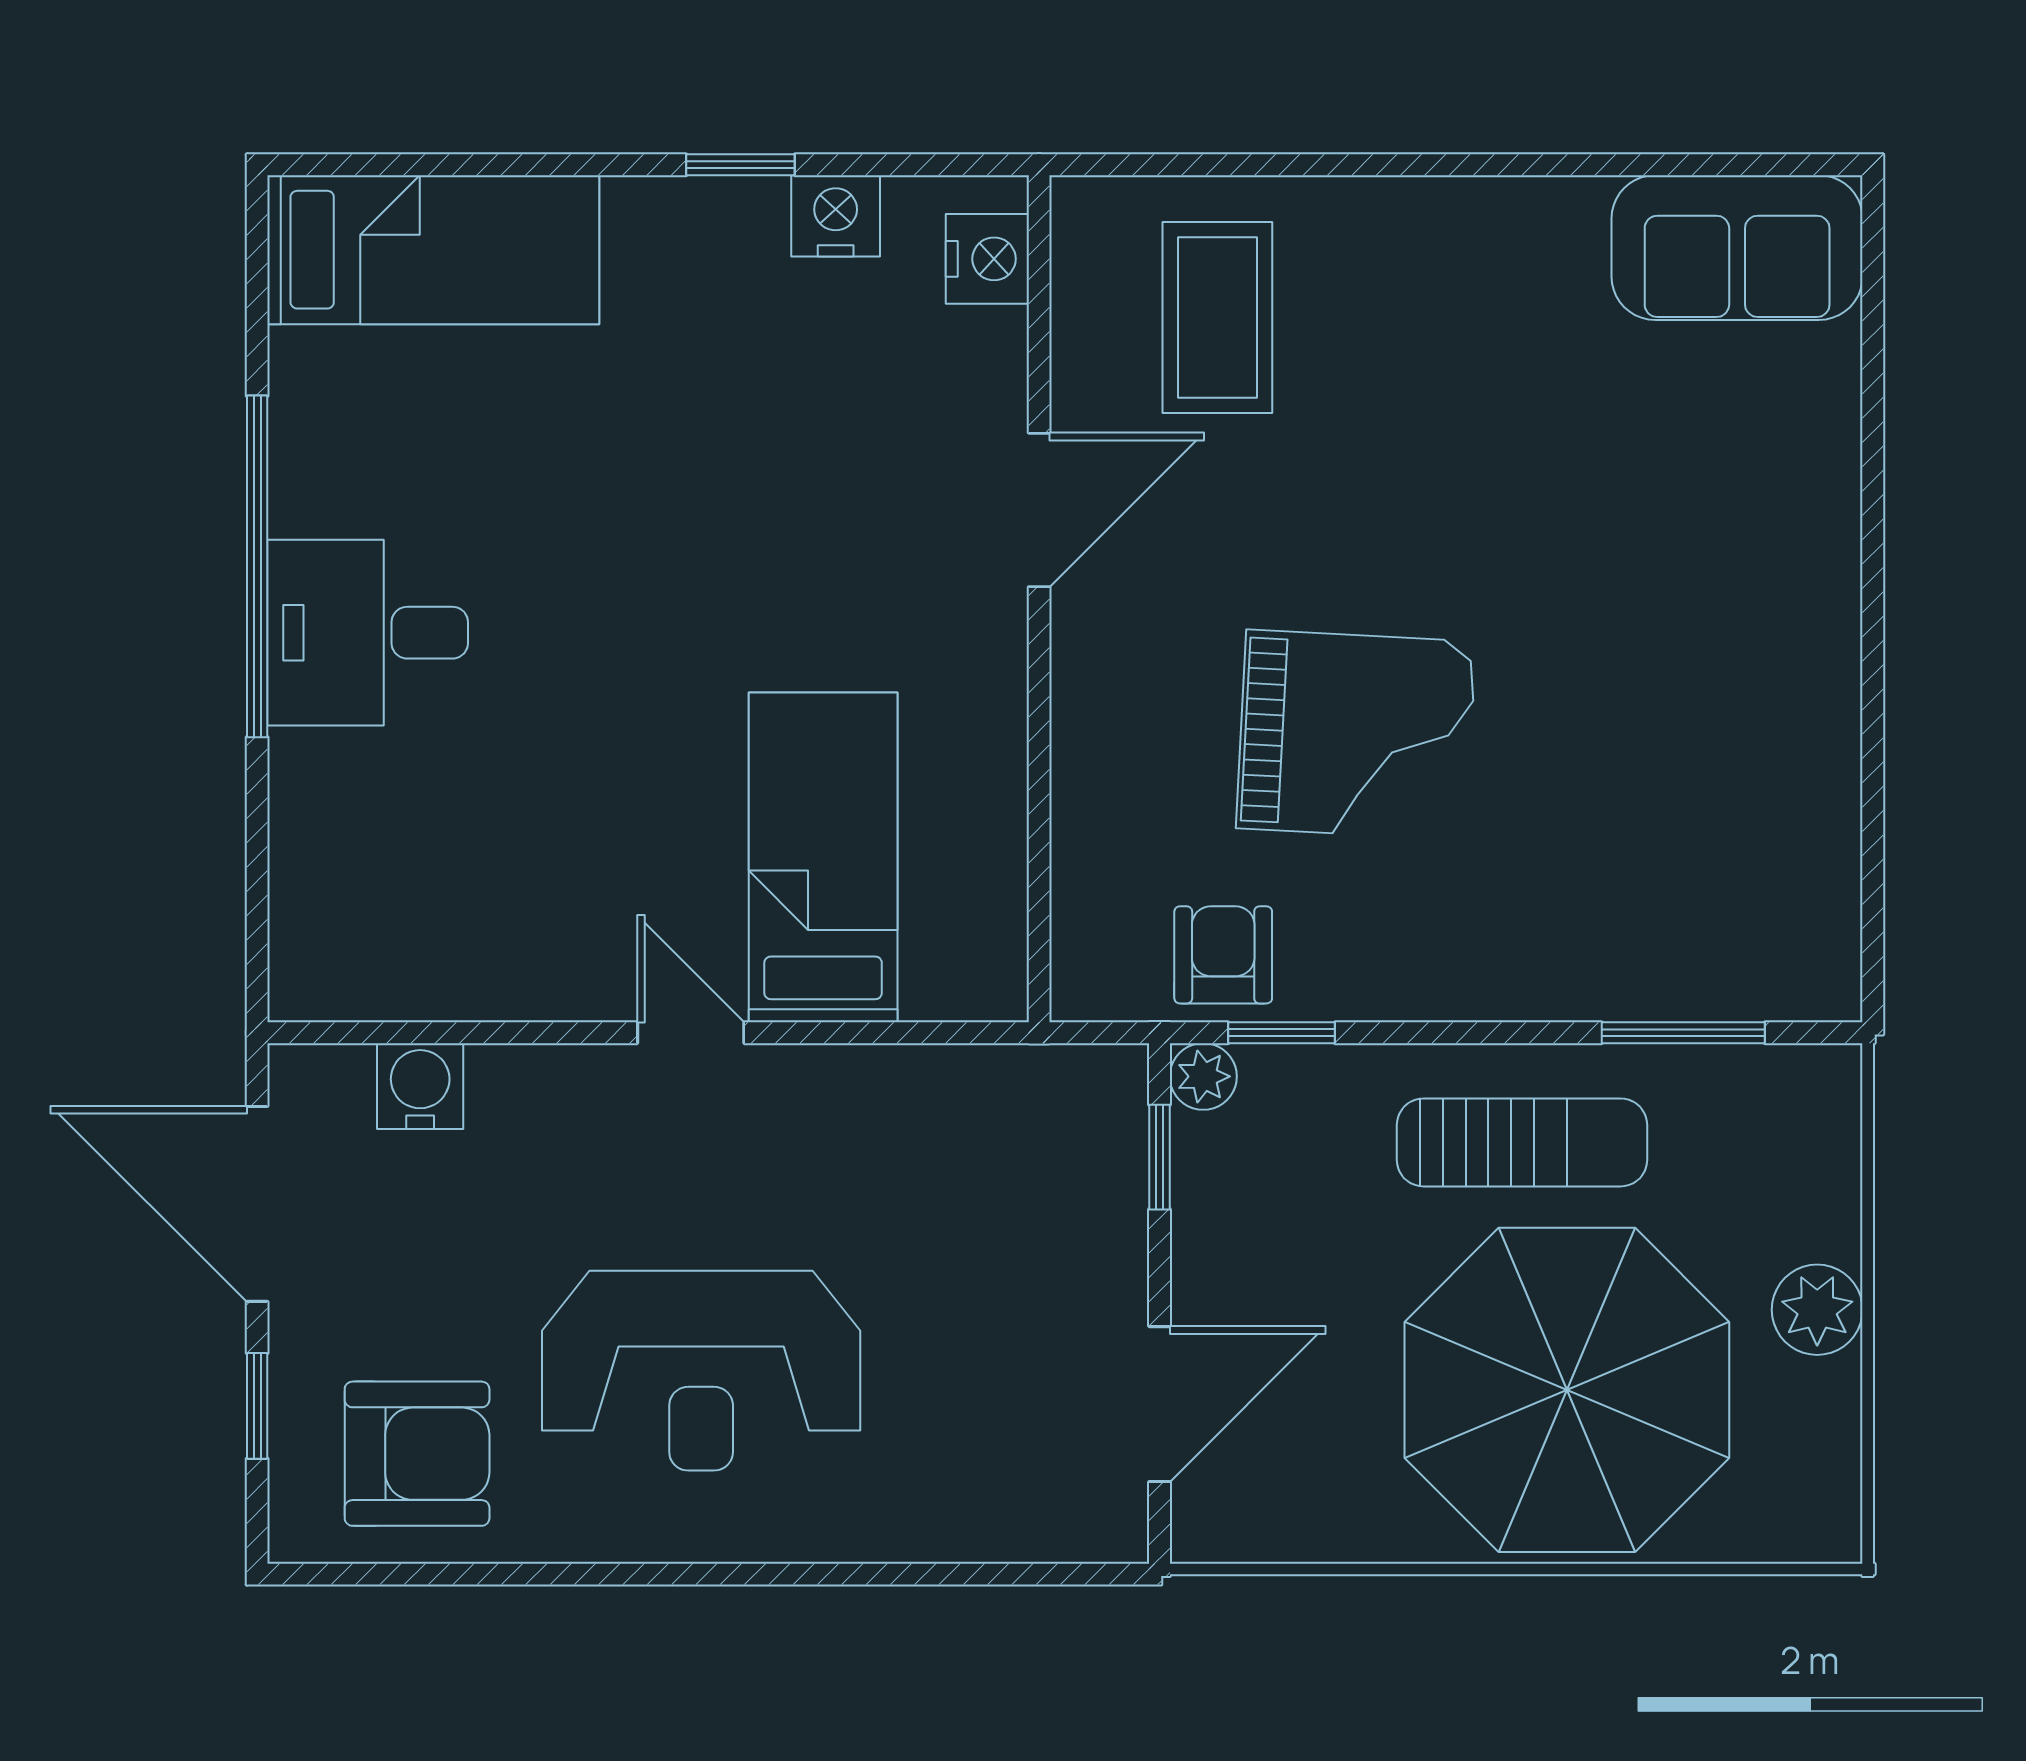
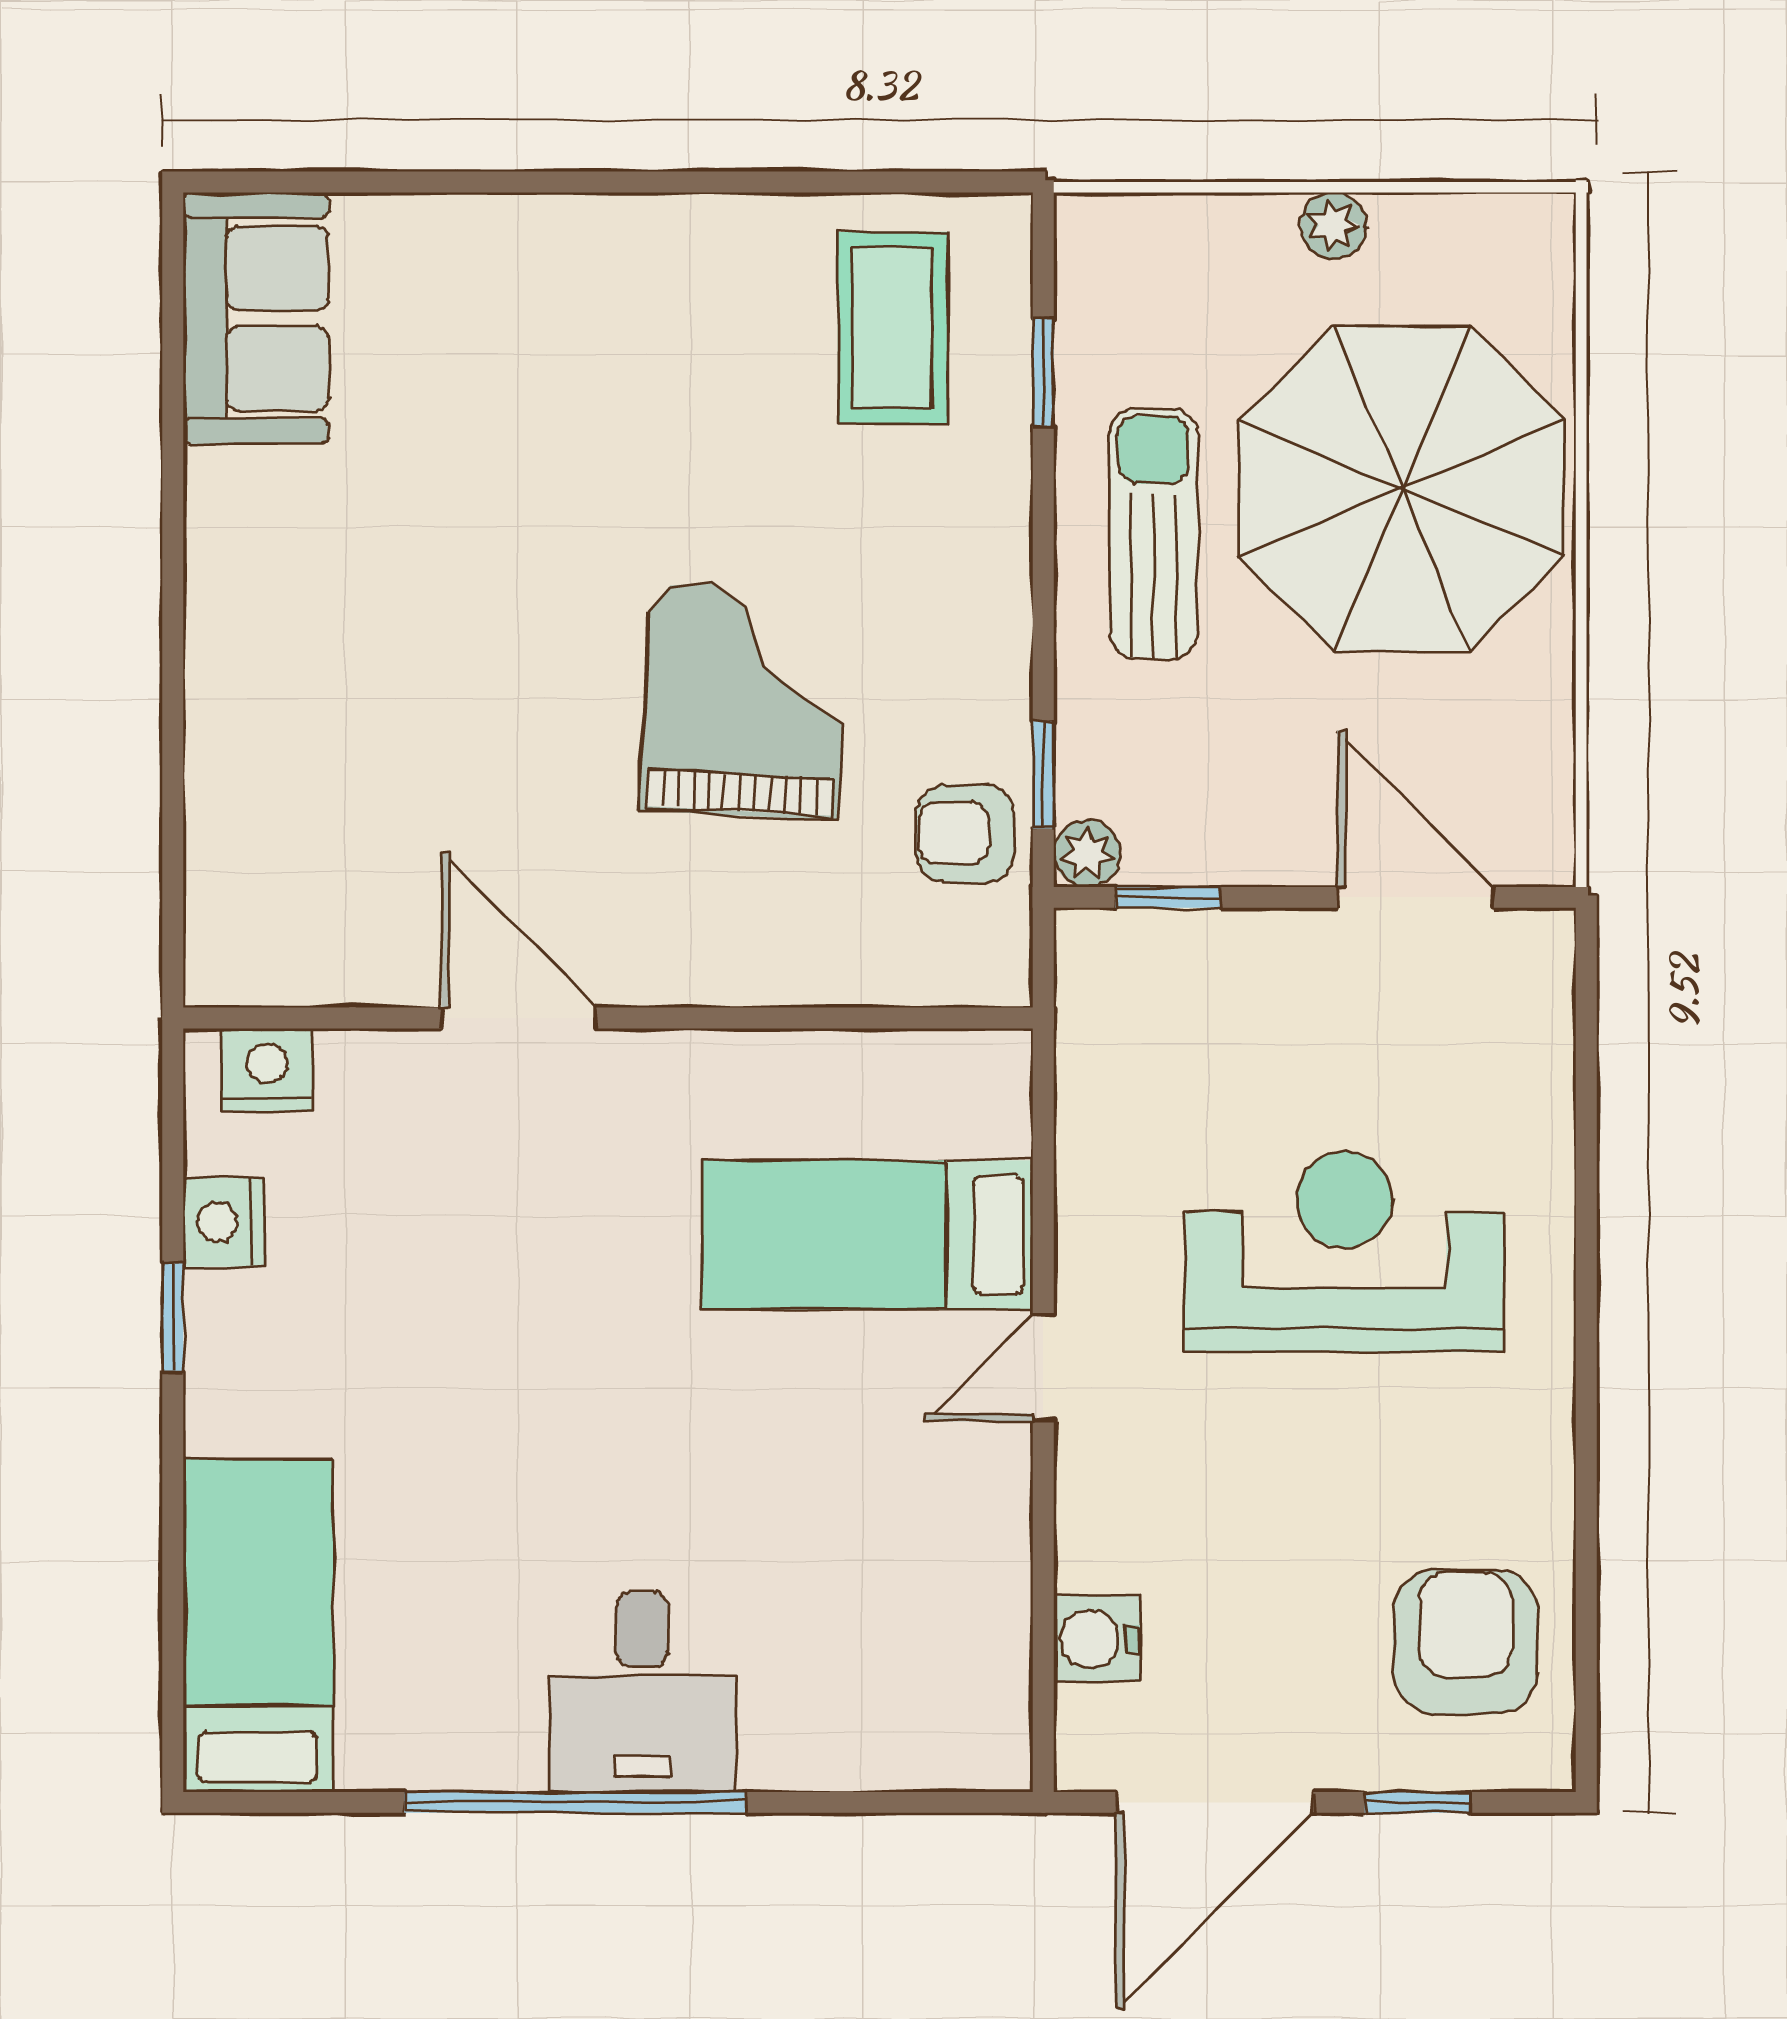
coffee table: (1217, 317) -> (893, 328), moved, turned 90
window: (1683, 1033) -> (1043, 372), width x0.67
plant: (1817, 1310) -> (1333, 225), width x0.73, depth x0.73
reception desk: (701, 1371) -> (1344, 1252), moved, turned -90

